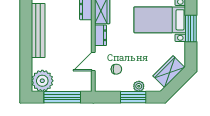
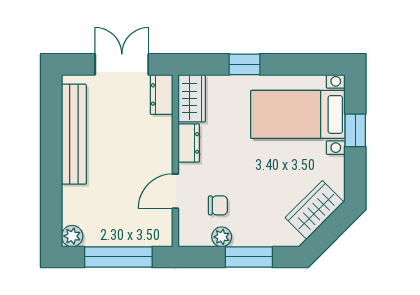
window: (191, 28) -> (355, 130), width x0.67
plant: (42, 81) -> (72, 236), width x0.53, depth x0.53
plant: (139, 86) -> (222, 237), moved

